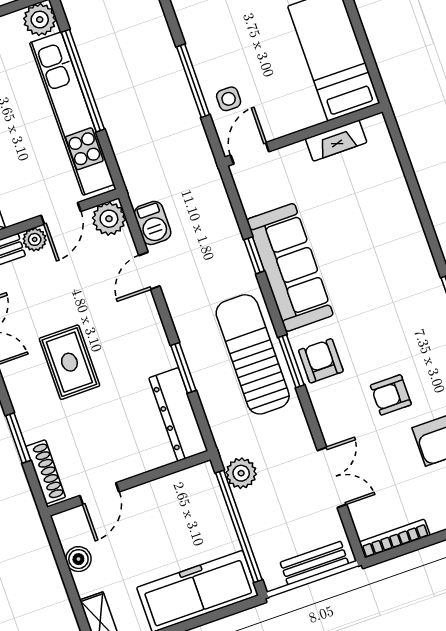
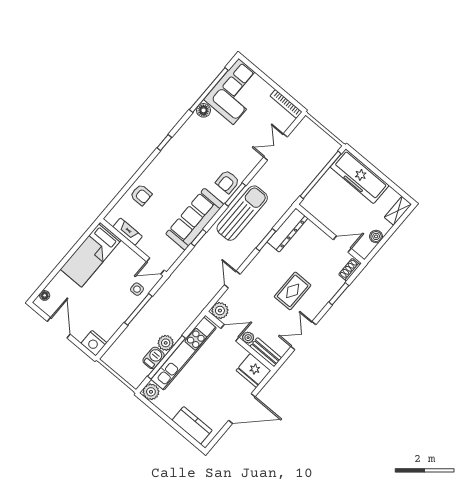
barbecue: (153, 223) -> (154, 358), moved
door: (149, 271) -> (232, 280), swing flipped
sun lounger: (253, 354) -> (242, 213), turned 180
armchair: (391, 395) -> (141, 195), moved
shoe rack: (46, 472) -> (349, 270), width x0.70
plant: (241, 473) -> (166, 343), moved
bench: (314, 563) -> (317, 133), removed

